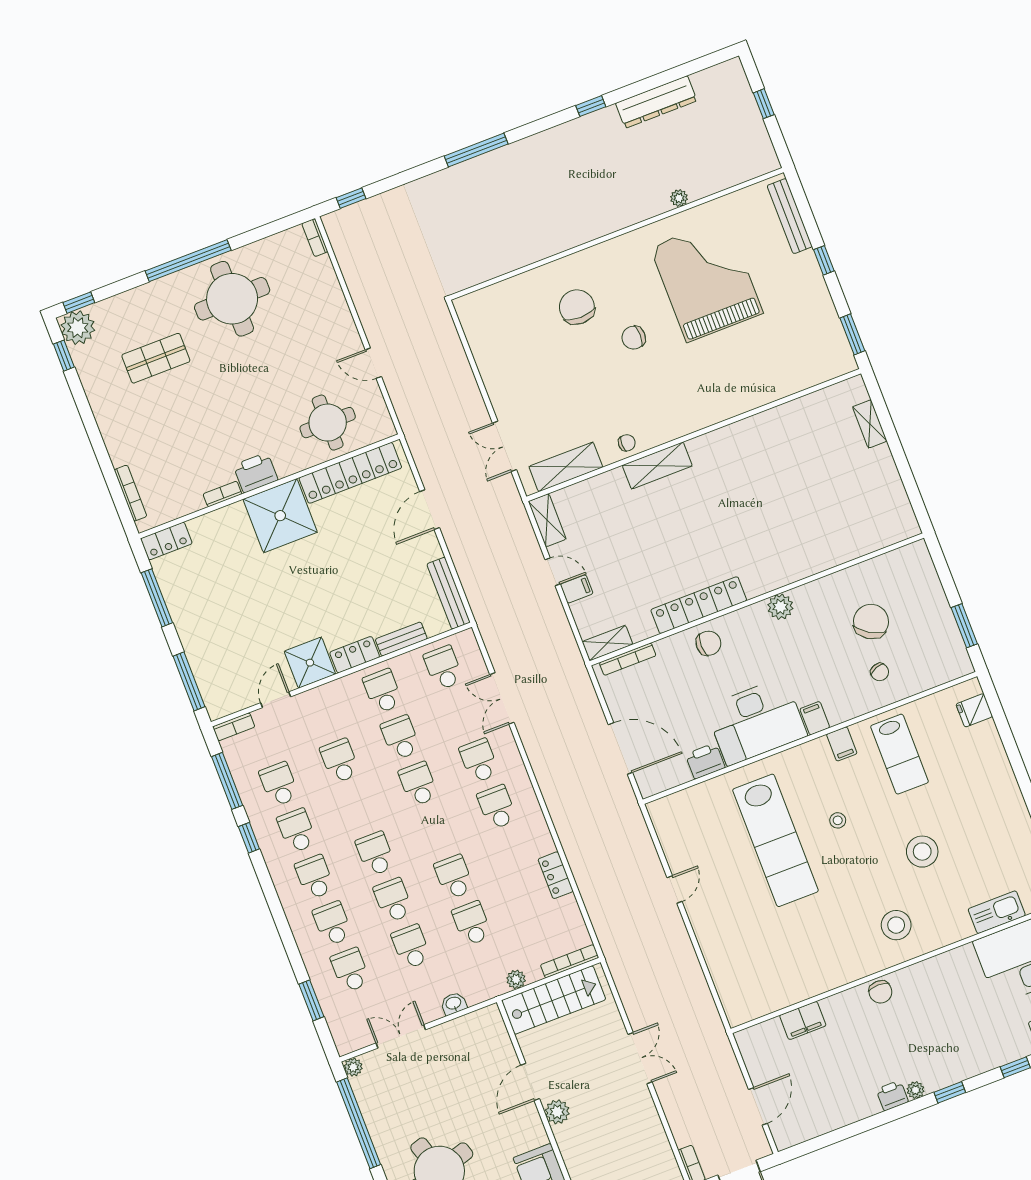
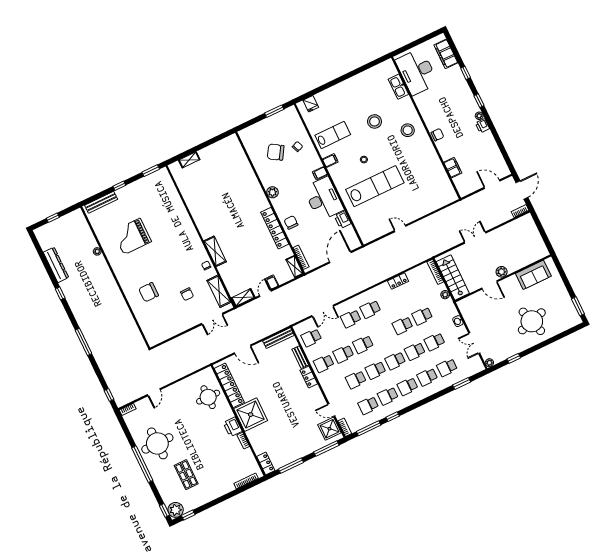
grand piano: (707, 280) -> (132, 236), width x0.73, depth x0.68
chair: (634, 338) -> (187, 294), moved
door: (373, 363) -> (154, 392), moved
shower: (310, 663) -> (329, 429), moved
school desk: (358, 807) -> (375, 370), added
window: (359, 1123) -> (514, 358), width x0.32

